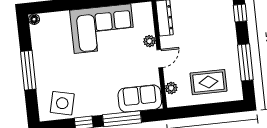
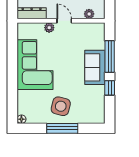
sofa: (140, 99) -> (95, 67), moved
side table: (62, 103) -> (61, 106), moved

